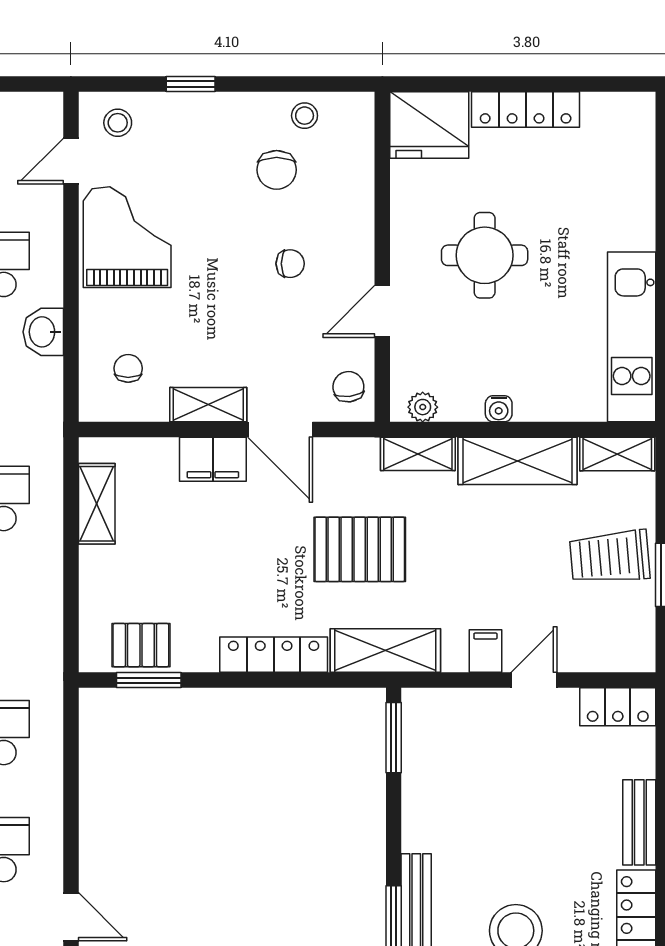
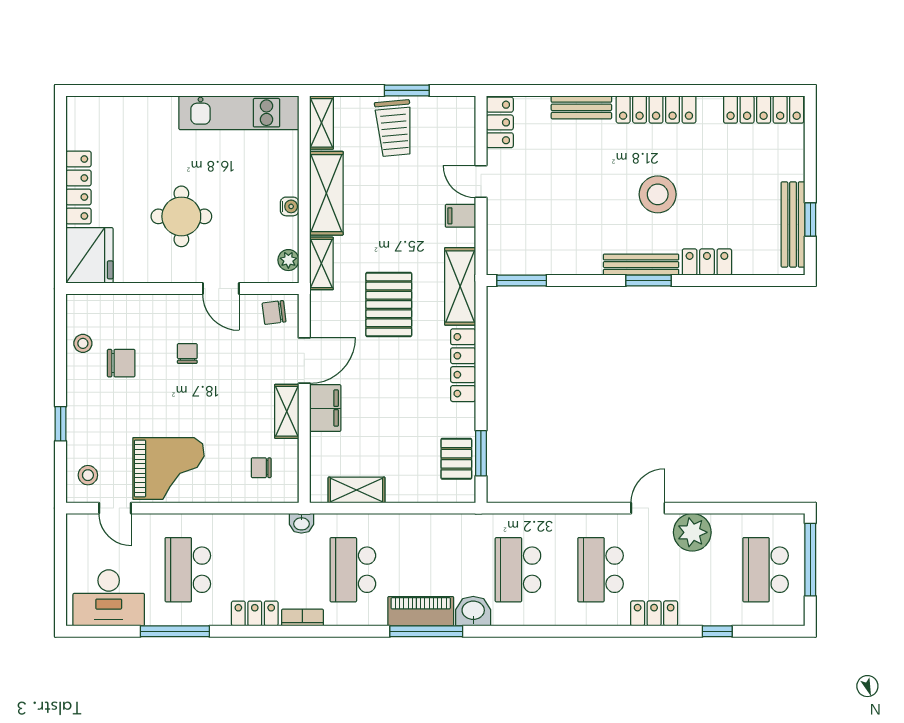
grand piano: (127, 237) -> (169, 468), turned 180
washbasin: (43, 332) -> (301, 523), moved, width x0.72, depth x0.69

